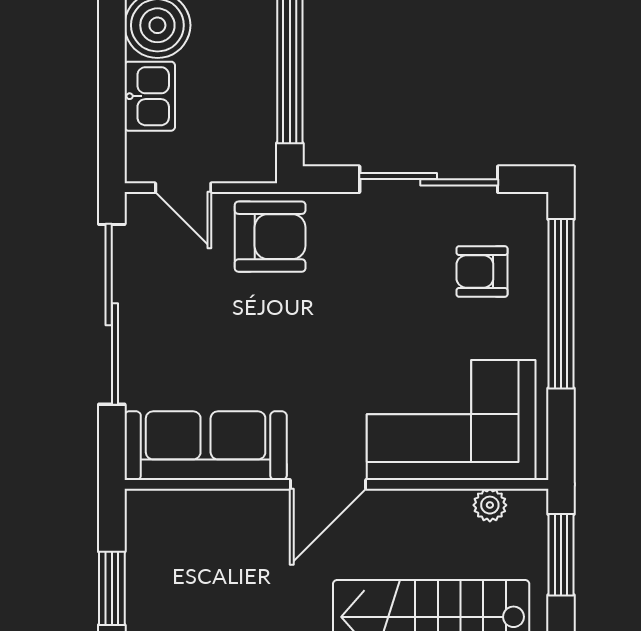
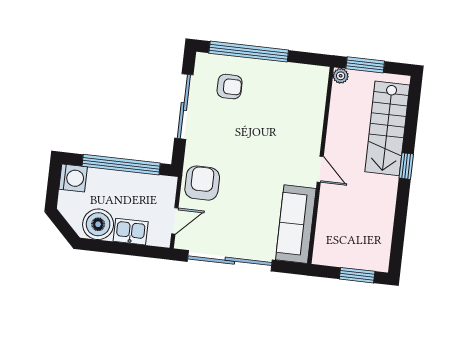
armchair: (482, 271) -> (230, 87), turned -90
corner sofa: (451, 420) -> (297, 109), removed
door: (328, 484) -> (320, 169), width x0.73
plant: (490, 505) -> (341, 76), moved

